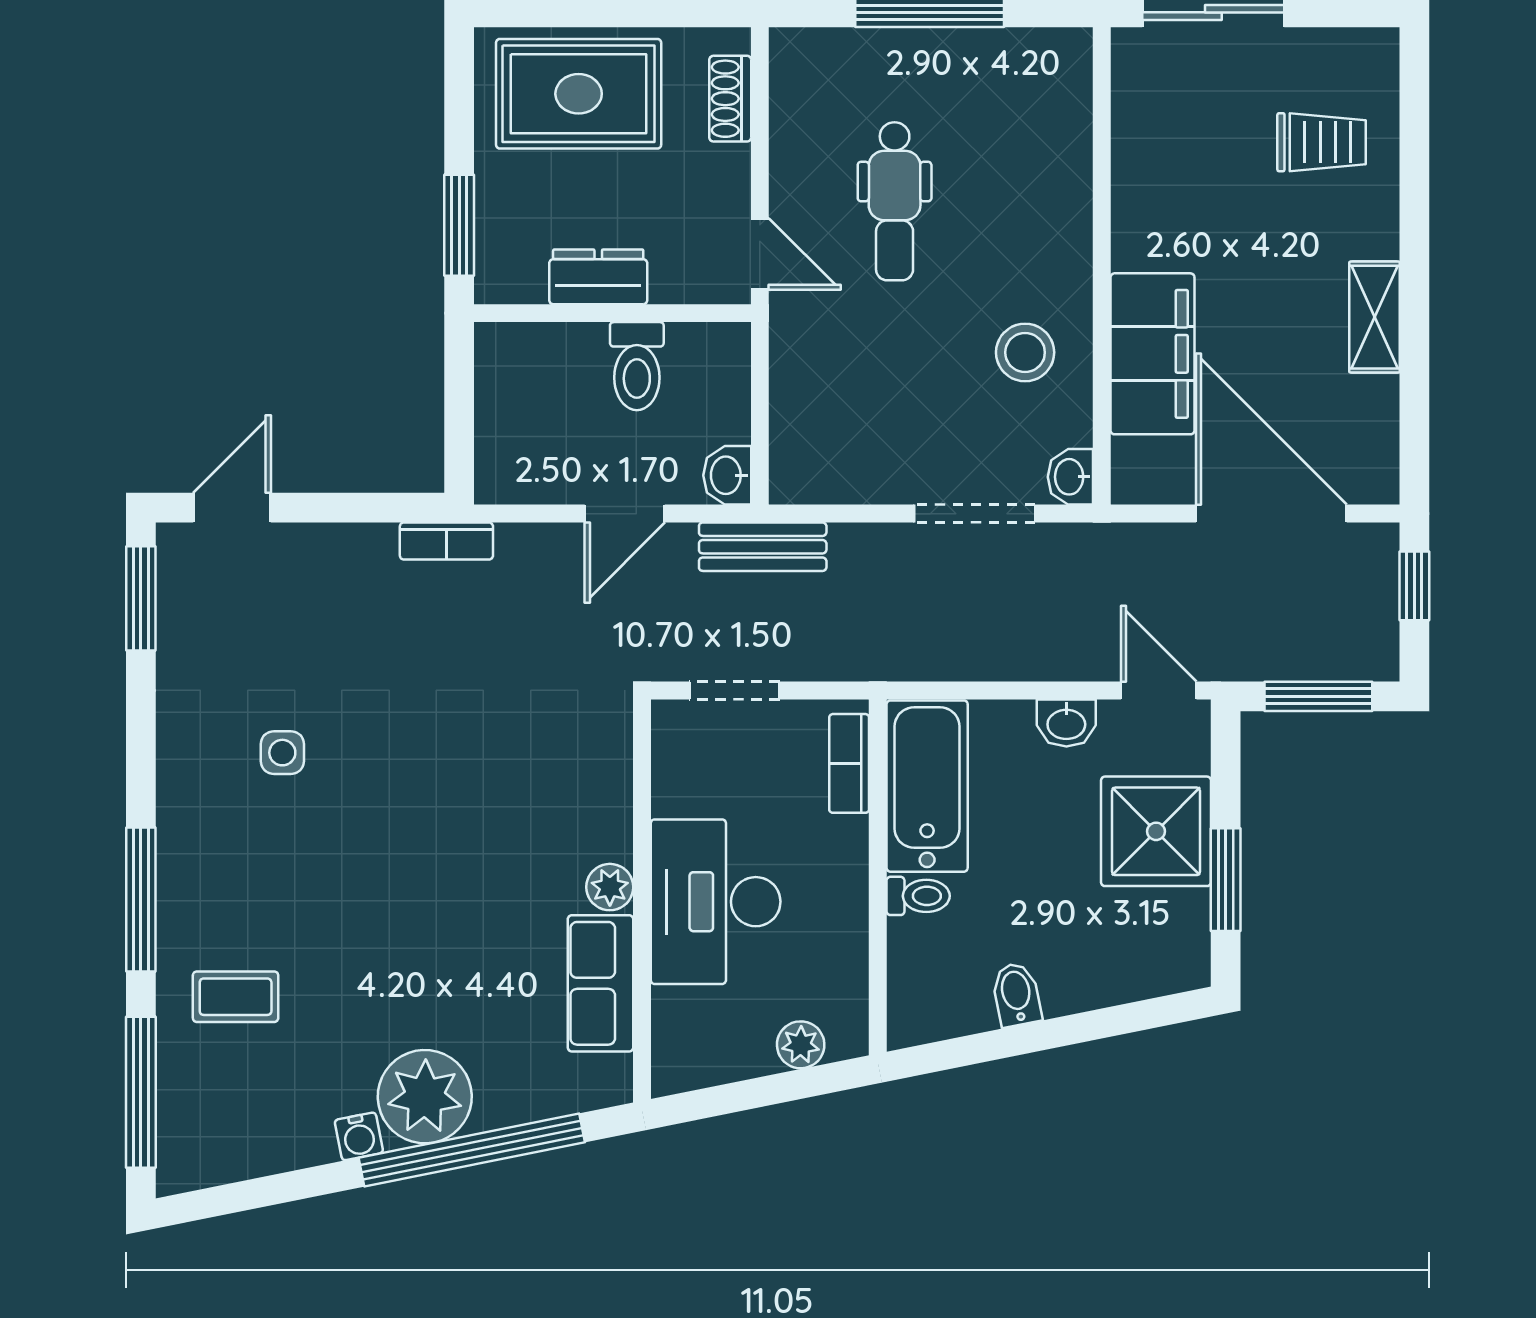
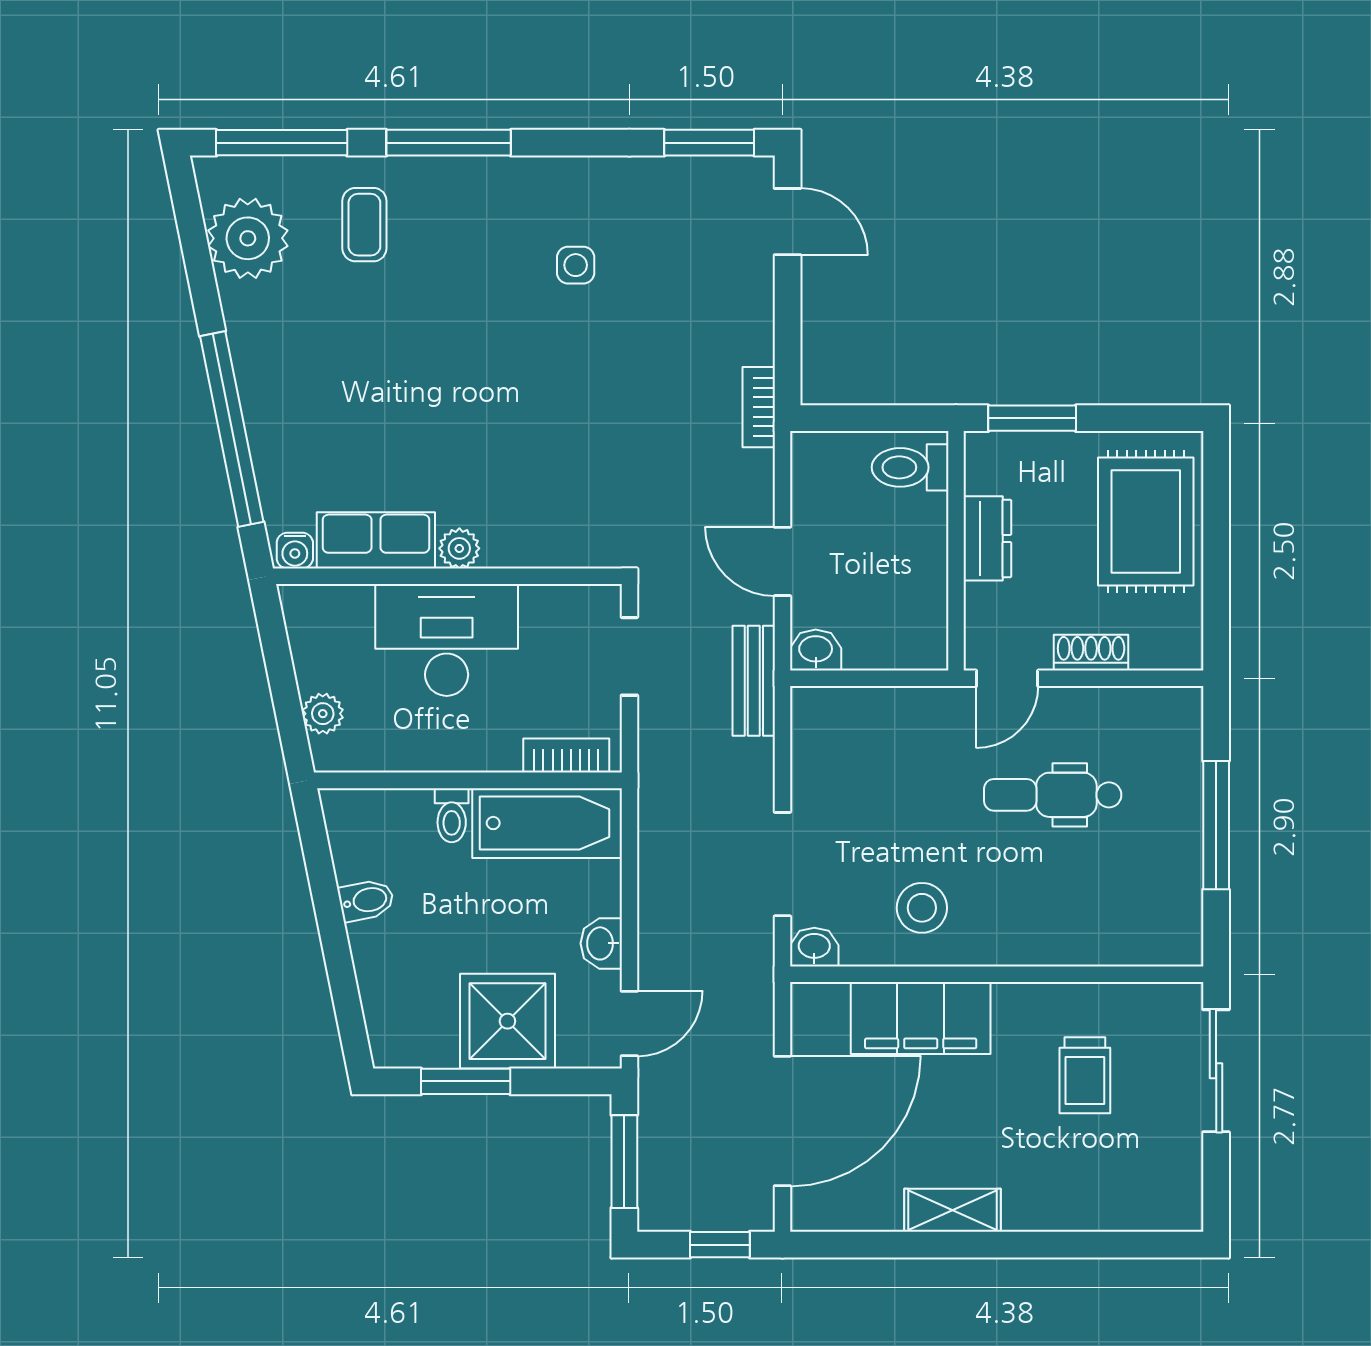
shoe rack: (730, 99) -> (1091, 653), moved
trolley: (1322, 142) -> (1085, 1075), moved
toilet: (637, 366) -> (910, 467), moved
plant: (425, 1097) -> (248, 238), moved
water cooler: (359, 1136) -> (295, 551), moved, turned -79

